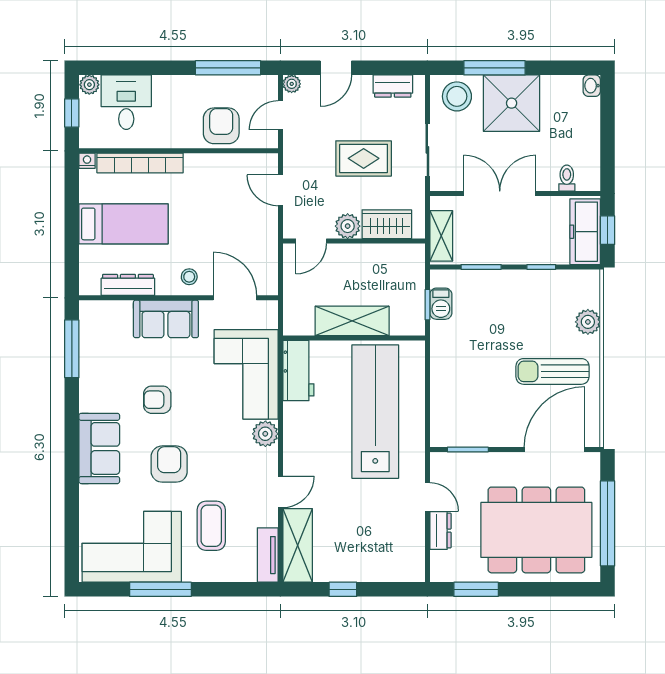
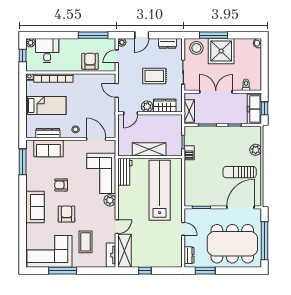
barbecue: (441, 304) -> (189, 153), moved
sofa: (166, 319) -> (48, 148), moved
dresser: (440, 531) -> (189, 255), moved

